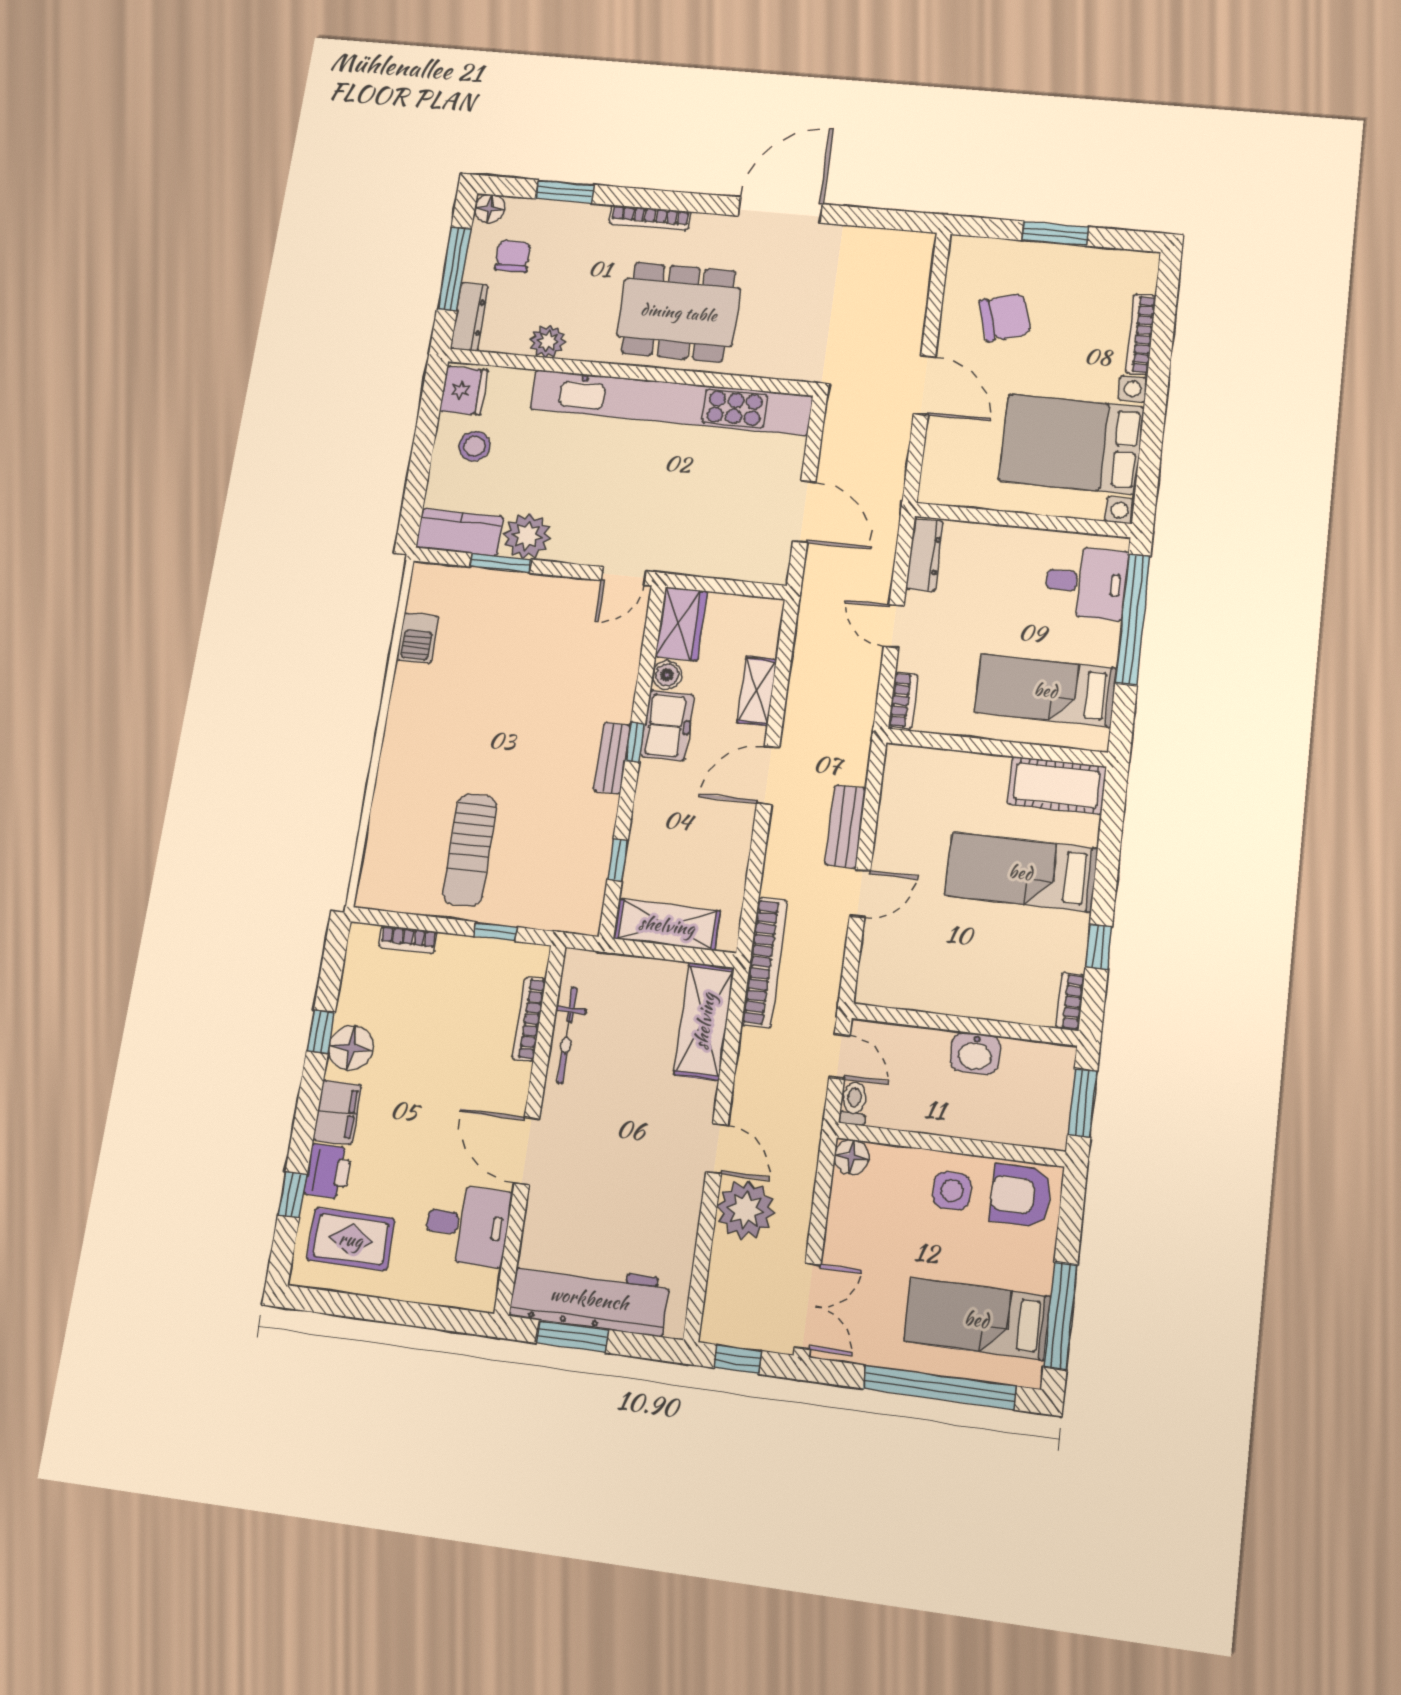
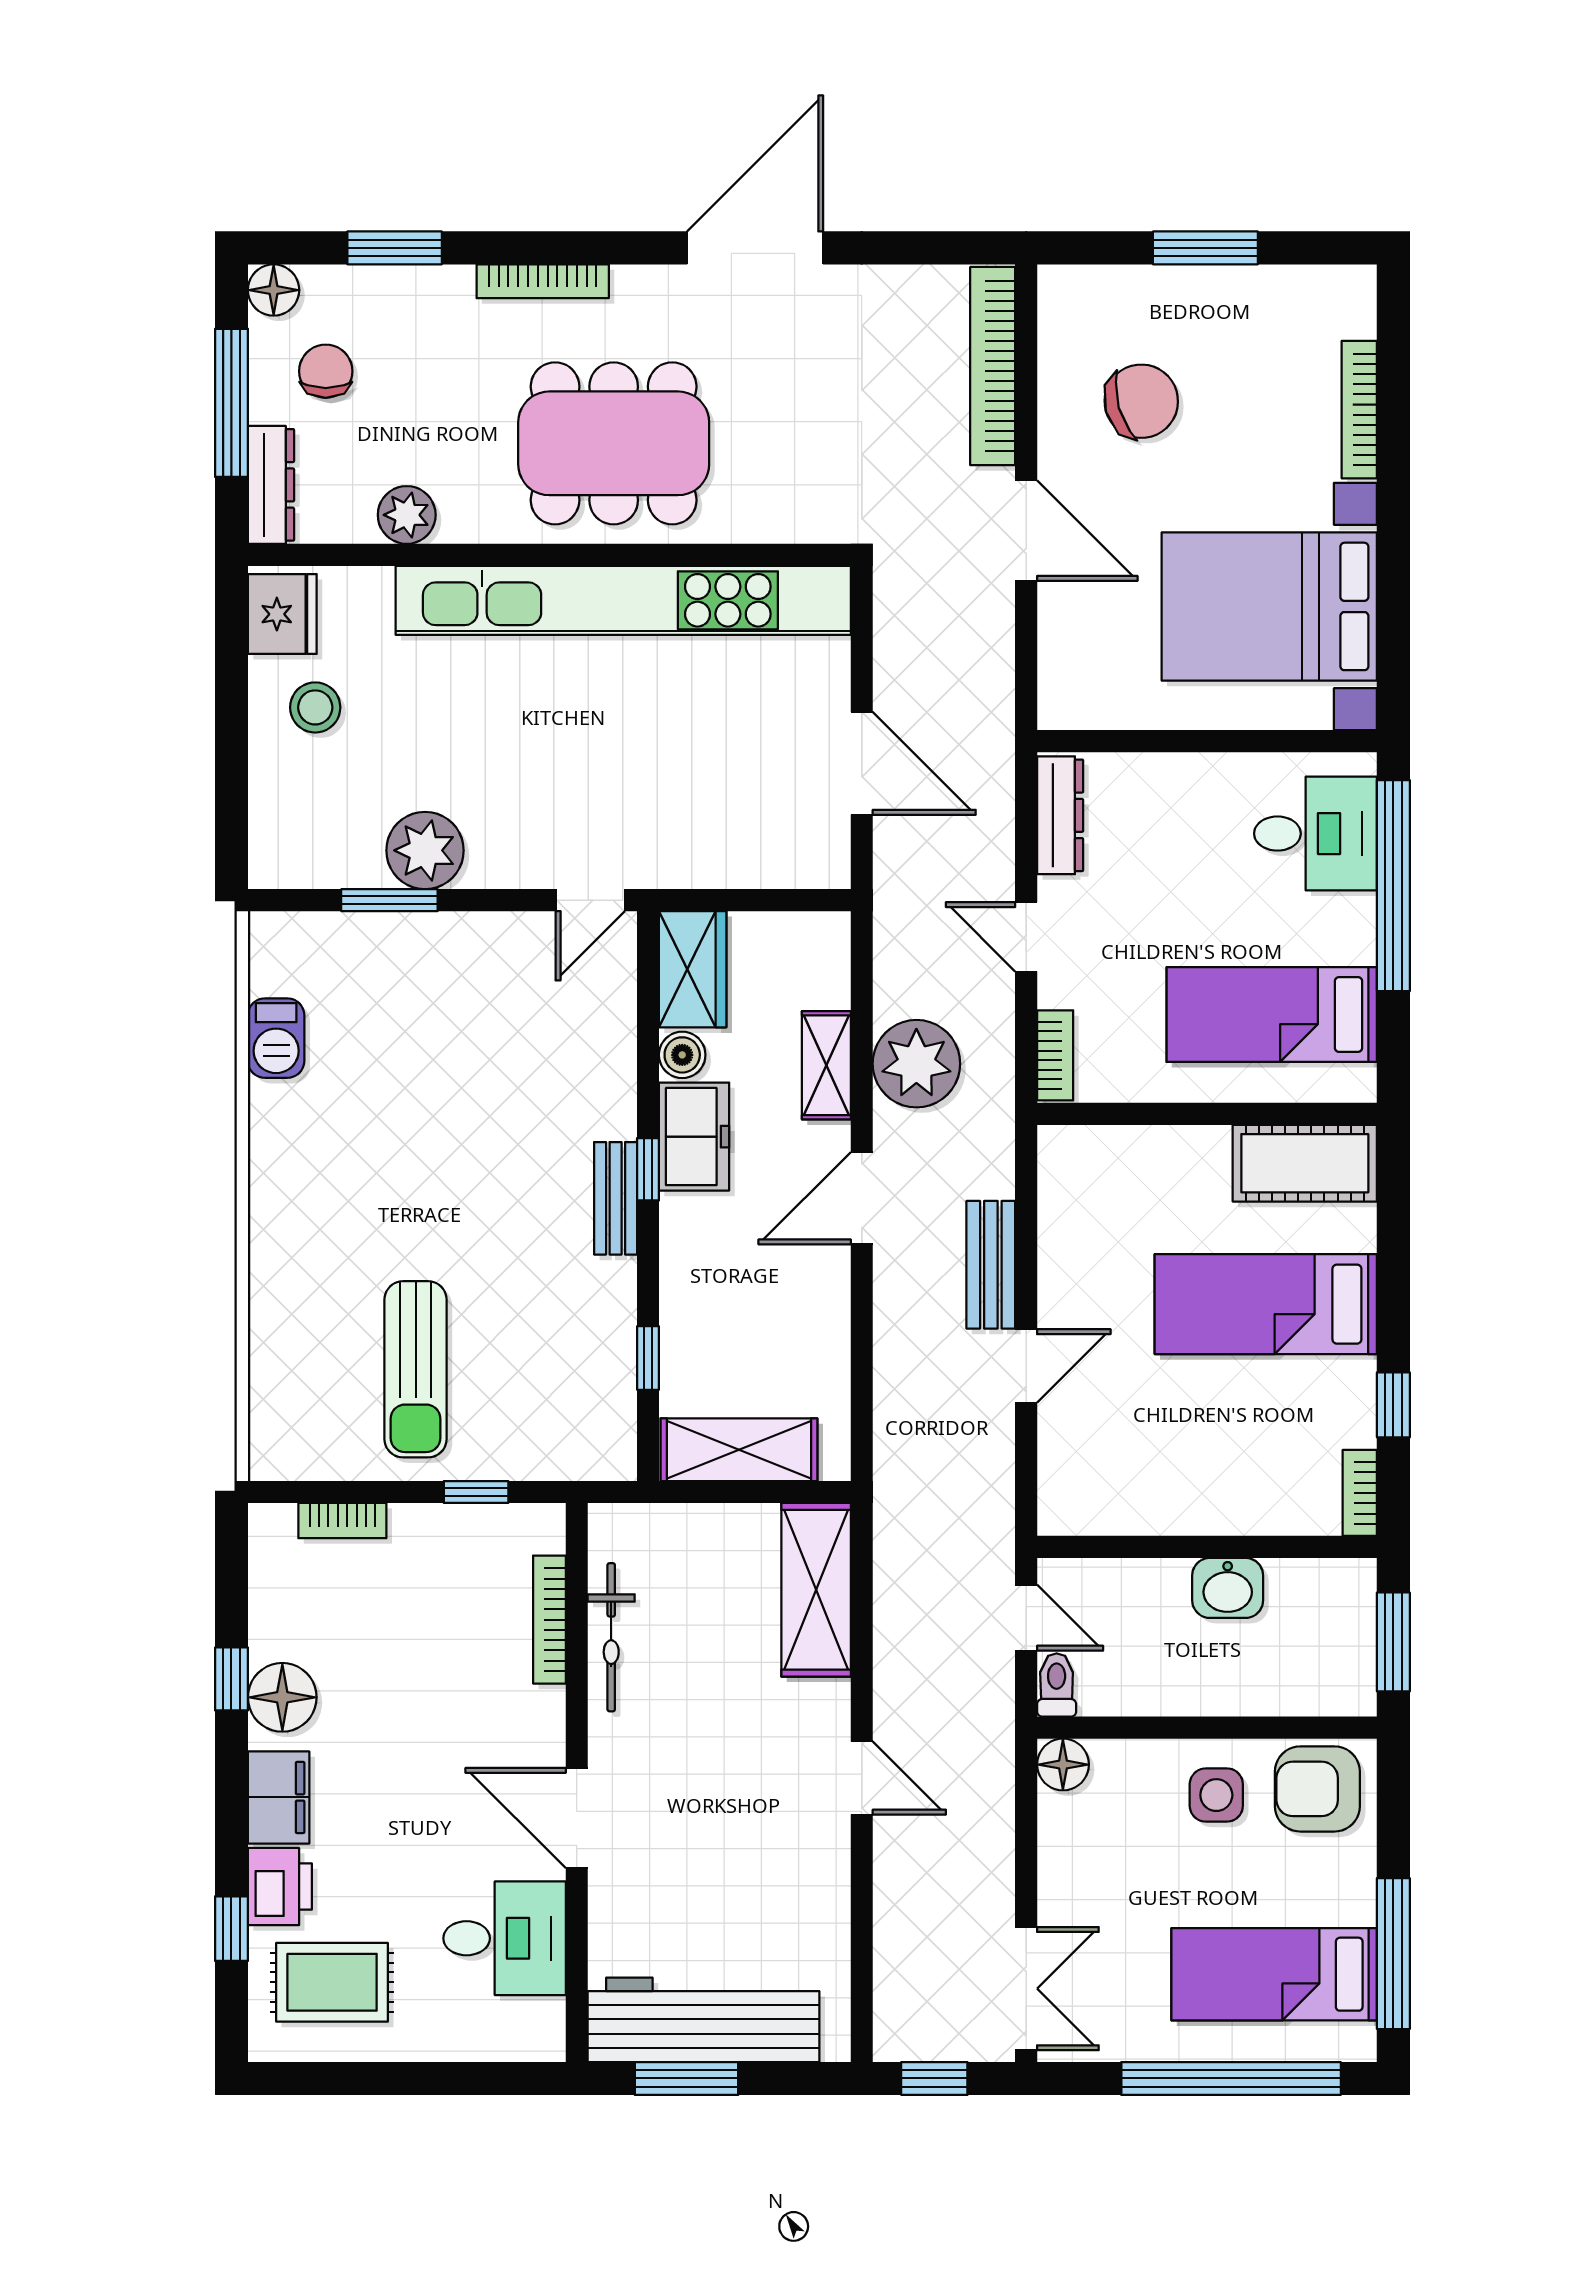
kitchen counter: (460, 532) -> (315, 856), removed
bookcase: (764, 962) -> (993, 366), moved, turned 180
plant: (746, 1210) -> (916, 1064), moved

